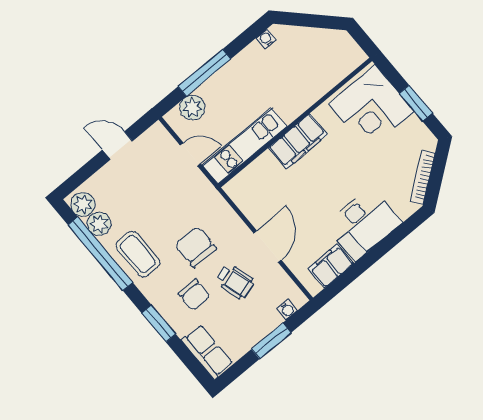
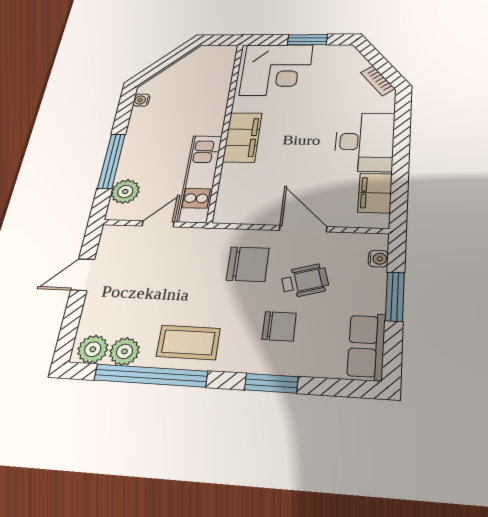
bookcase: (423, 177) -> (378, 81), width x0.64
chair: (196, 247) -> (248, 264), moved, turned 180
row of seats: (207, 352) -> (366, 346), moved, turned -90

